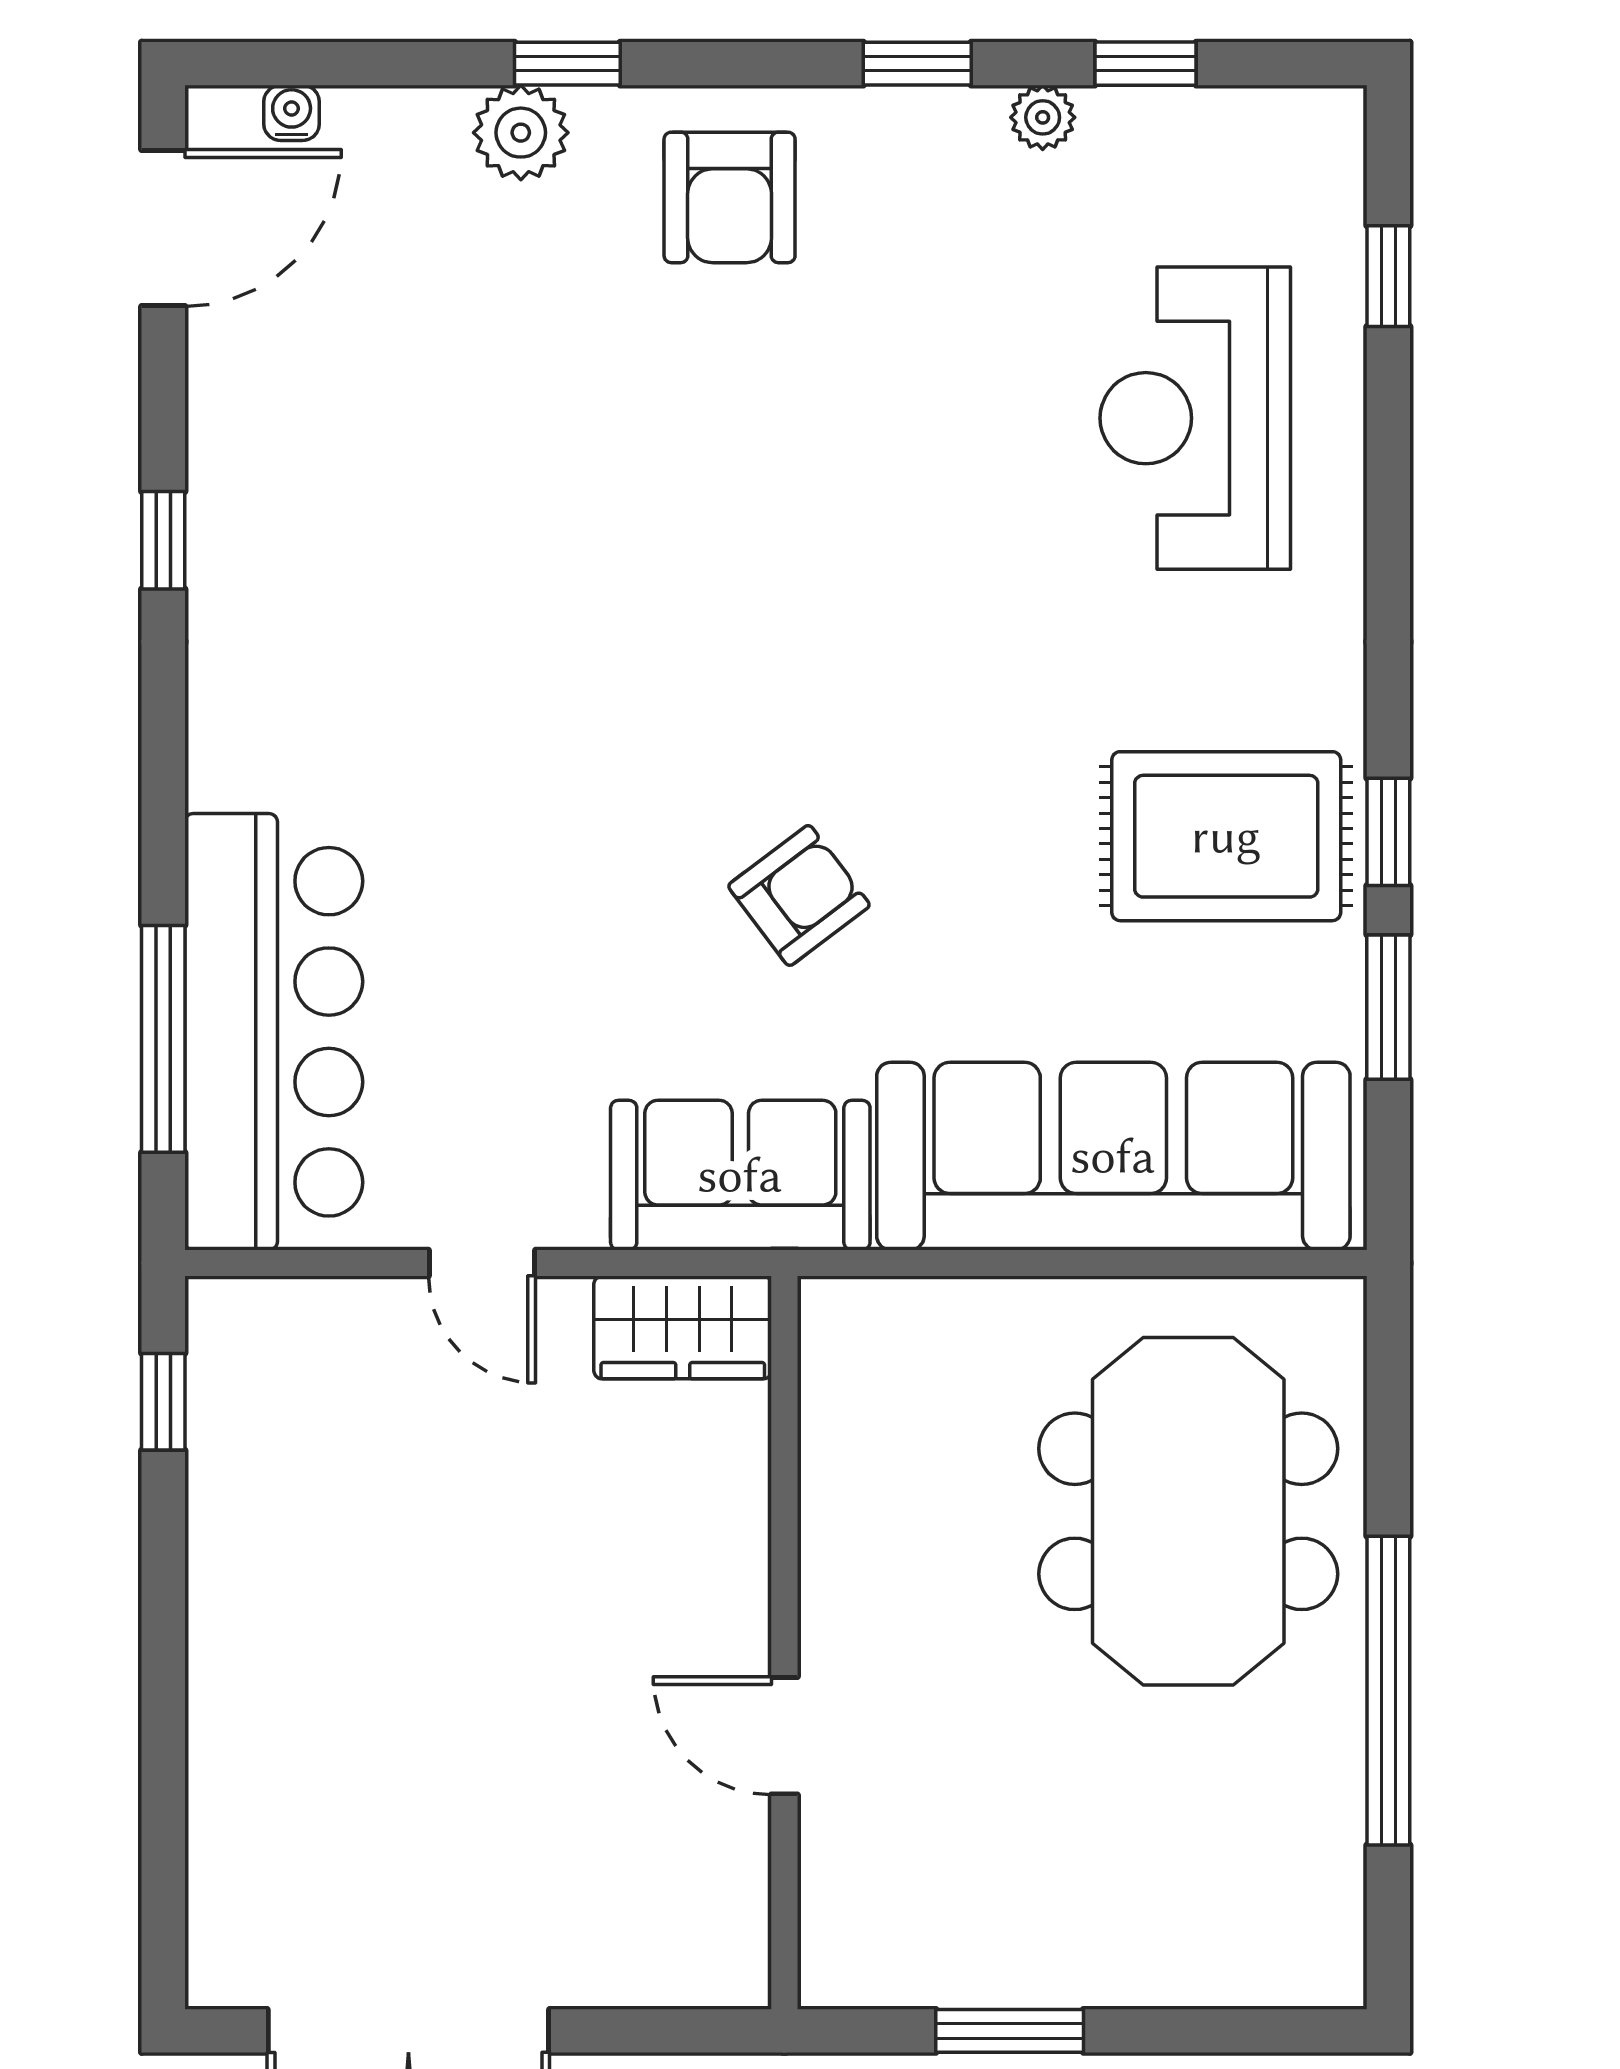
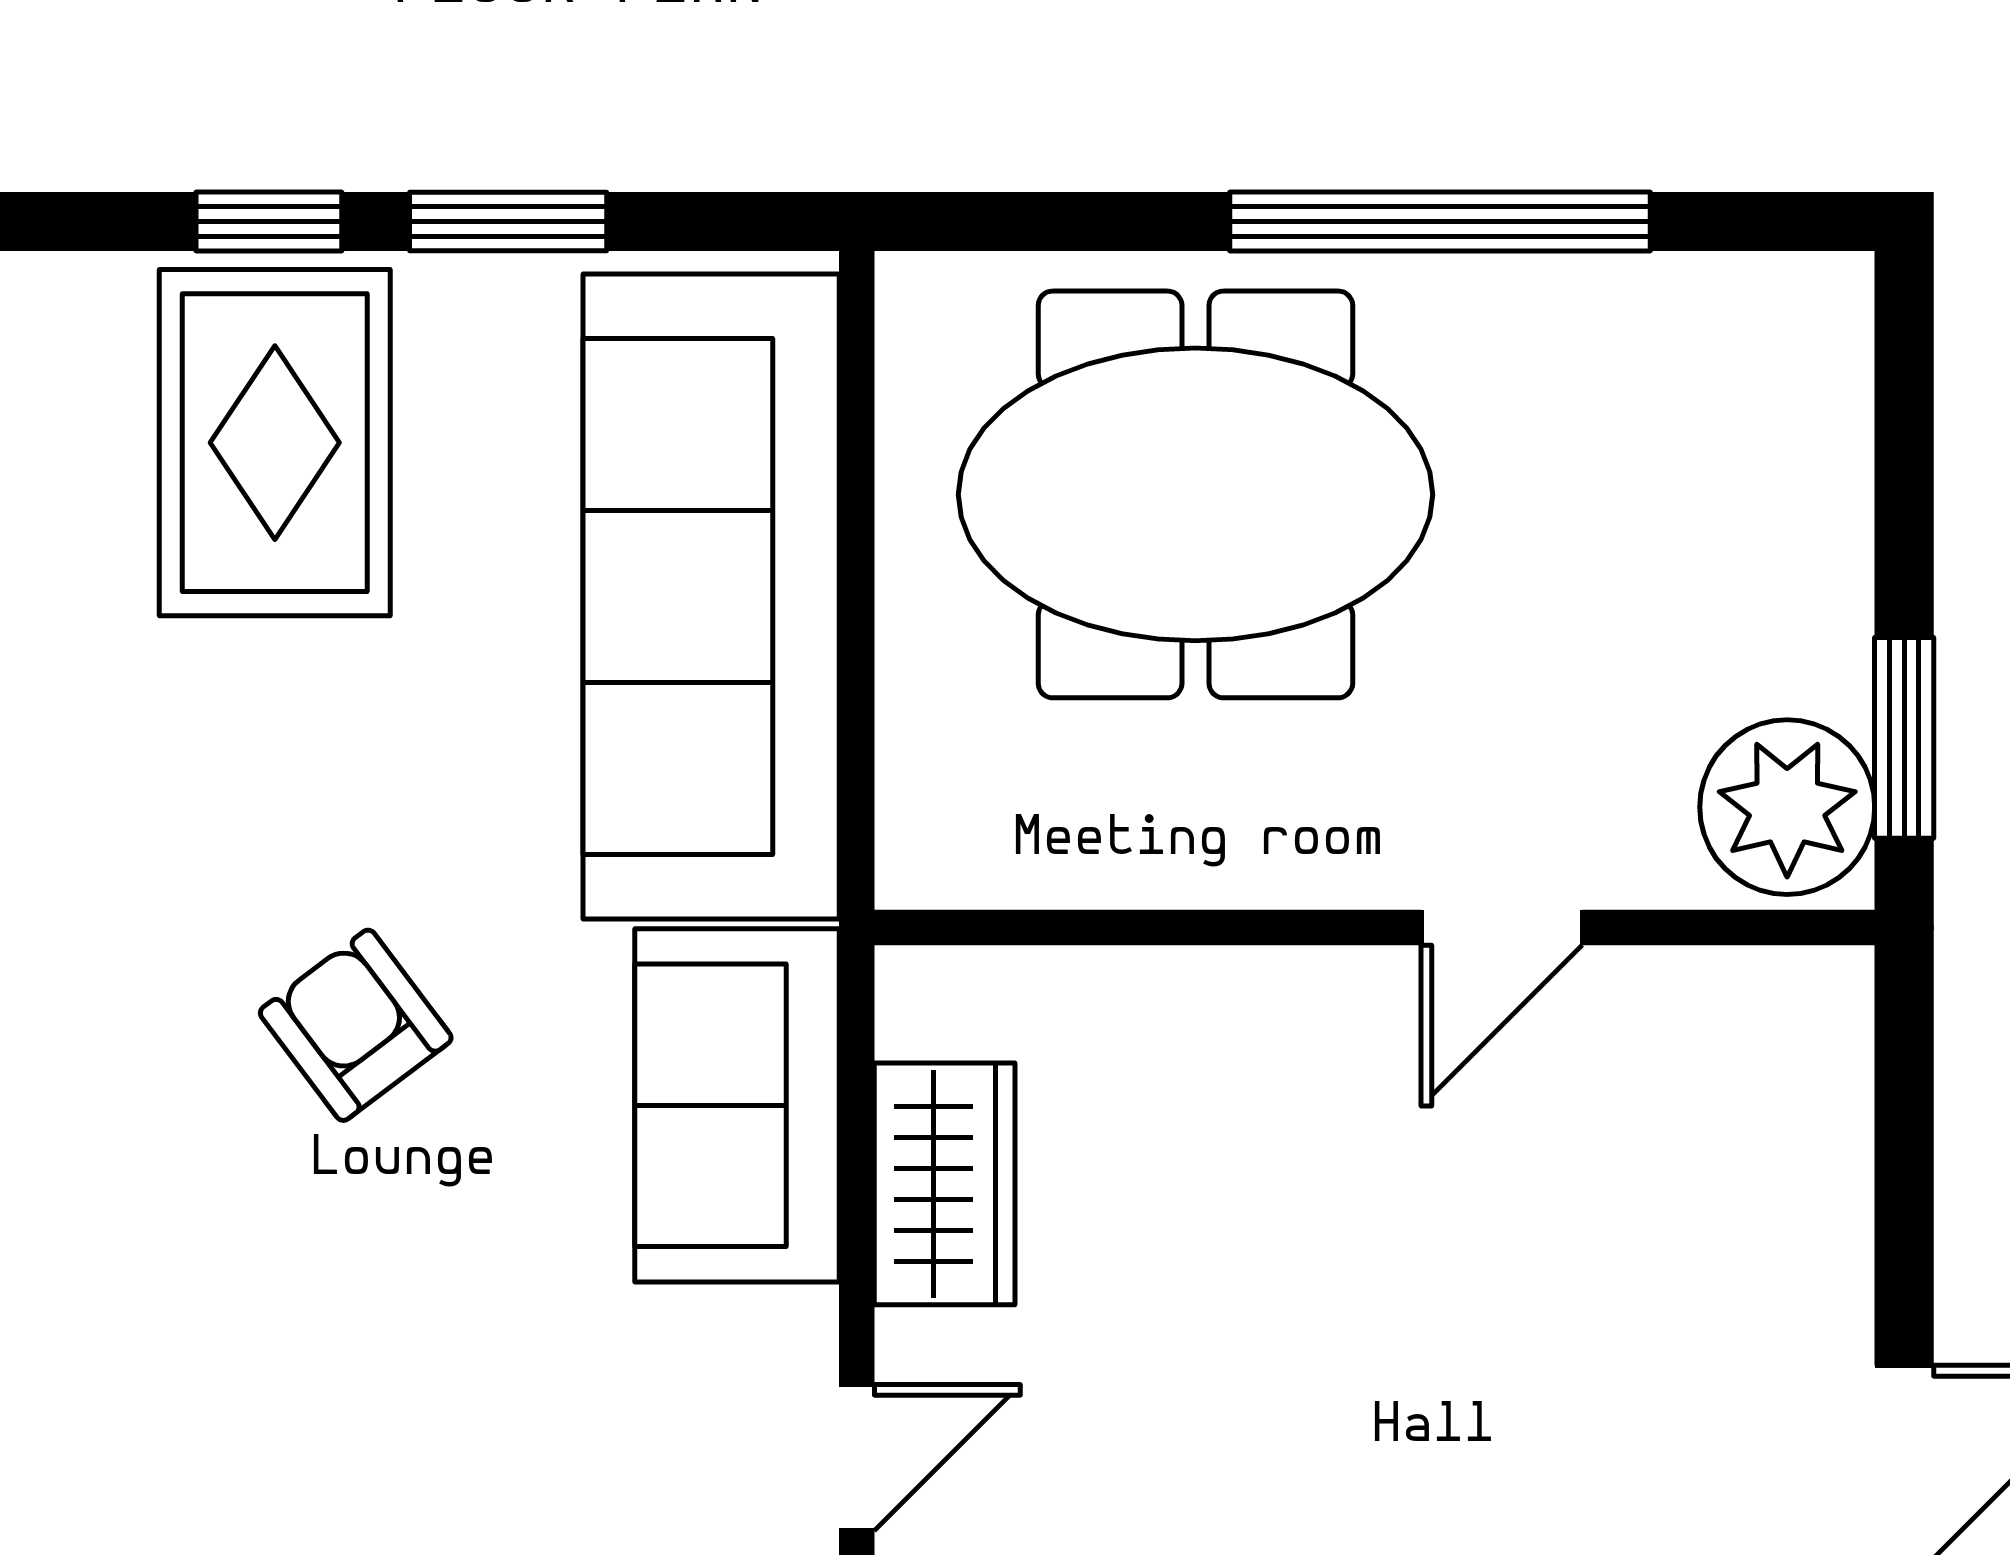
wall: (784, 1643) -> (1375, 927), moved
door: (784, 1736) -> (1502, 927), moved
plant: (959, 1945) -> (1787, 807), added

